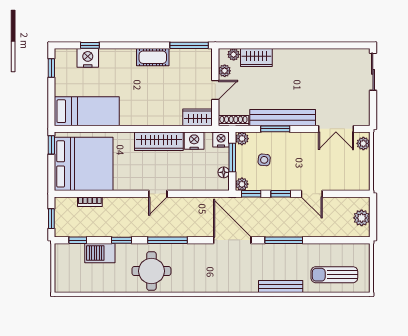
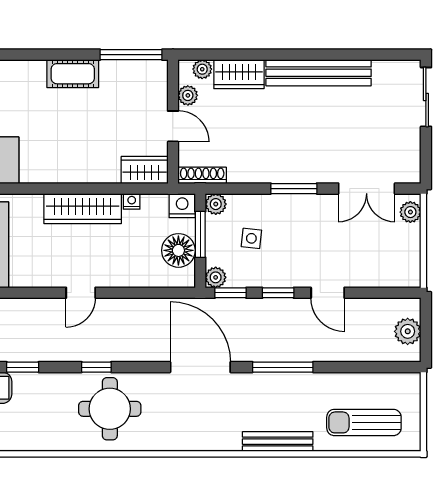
door: (215, 90) -> (173, 126), hinge flipped
bench: (283, 118) -> (319, 73), moved
window: (275, 129) -> (294, 189), moved
nightstand: (194, 141) -> (132, 201), width x0.53, depth x0.56
floor lamp: (224, 172) -> (178, 250), width x1.89, depth x1.89
window: (167, 240) -> (96, 367), width x0.46
round table: (151, 271) -> (110, 409), moved

